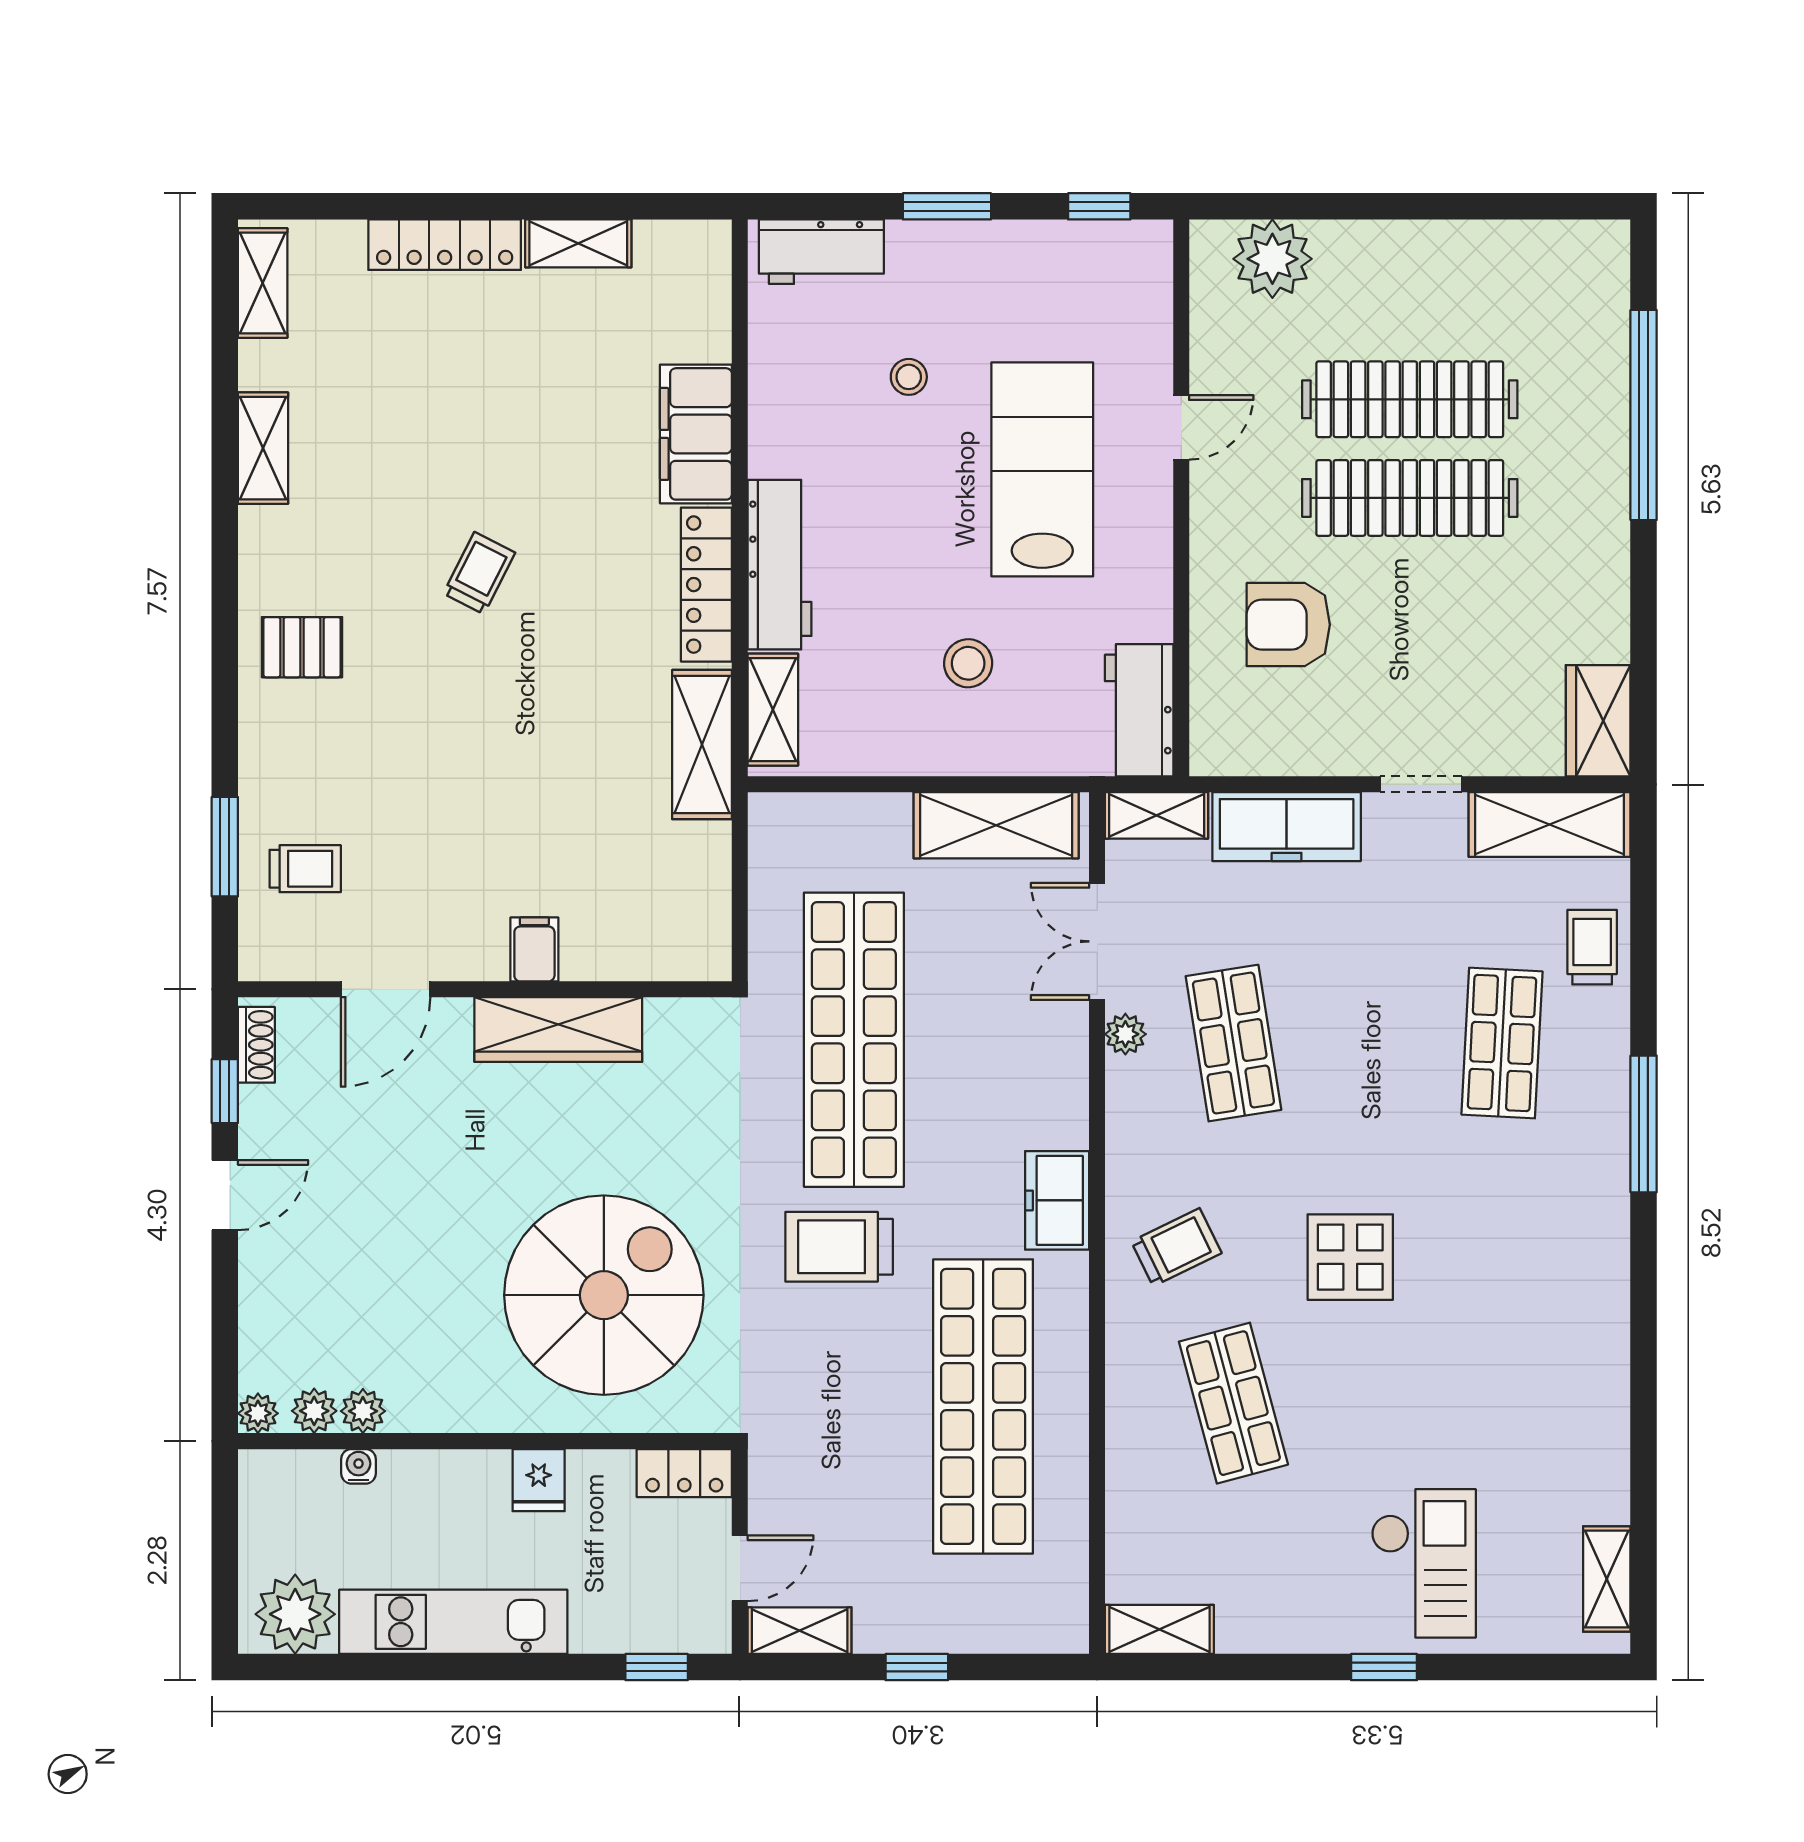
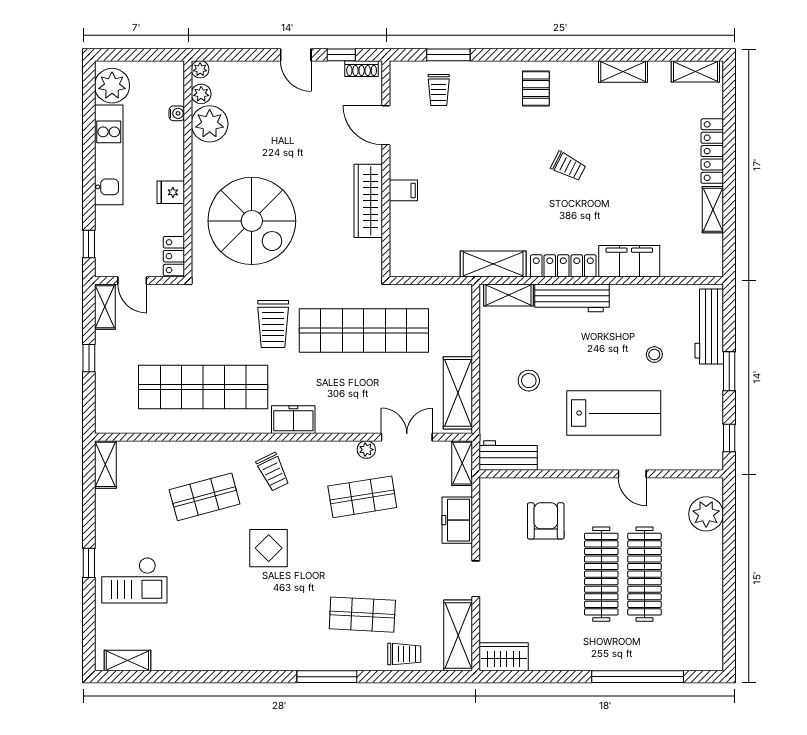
workbench: (821, 252) -> (709, 326), width x1.38
freezer: (1287, 827) -> (457, 520), width x0.71
trolley: (839, 1247) -> (273, 324), turned 180
plant: (363, 1411) -> (210, 124), width x1.88, depth x1.88

